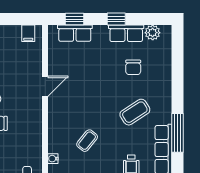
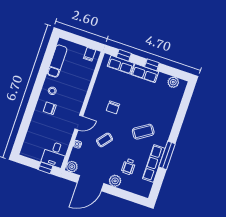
row of seats: (126, 33) -> (145, 73), moved
chair: (133, 67) -> (113, 107), moved
door: (45, 86) -> (79, 123), moved

